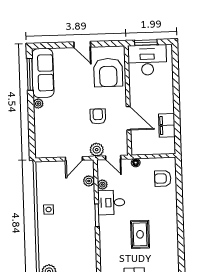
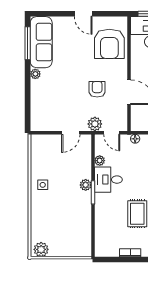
plant: (89, 181) -> (86, 185), moved

